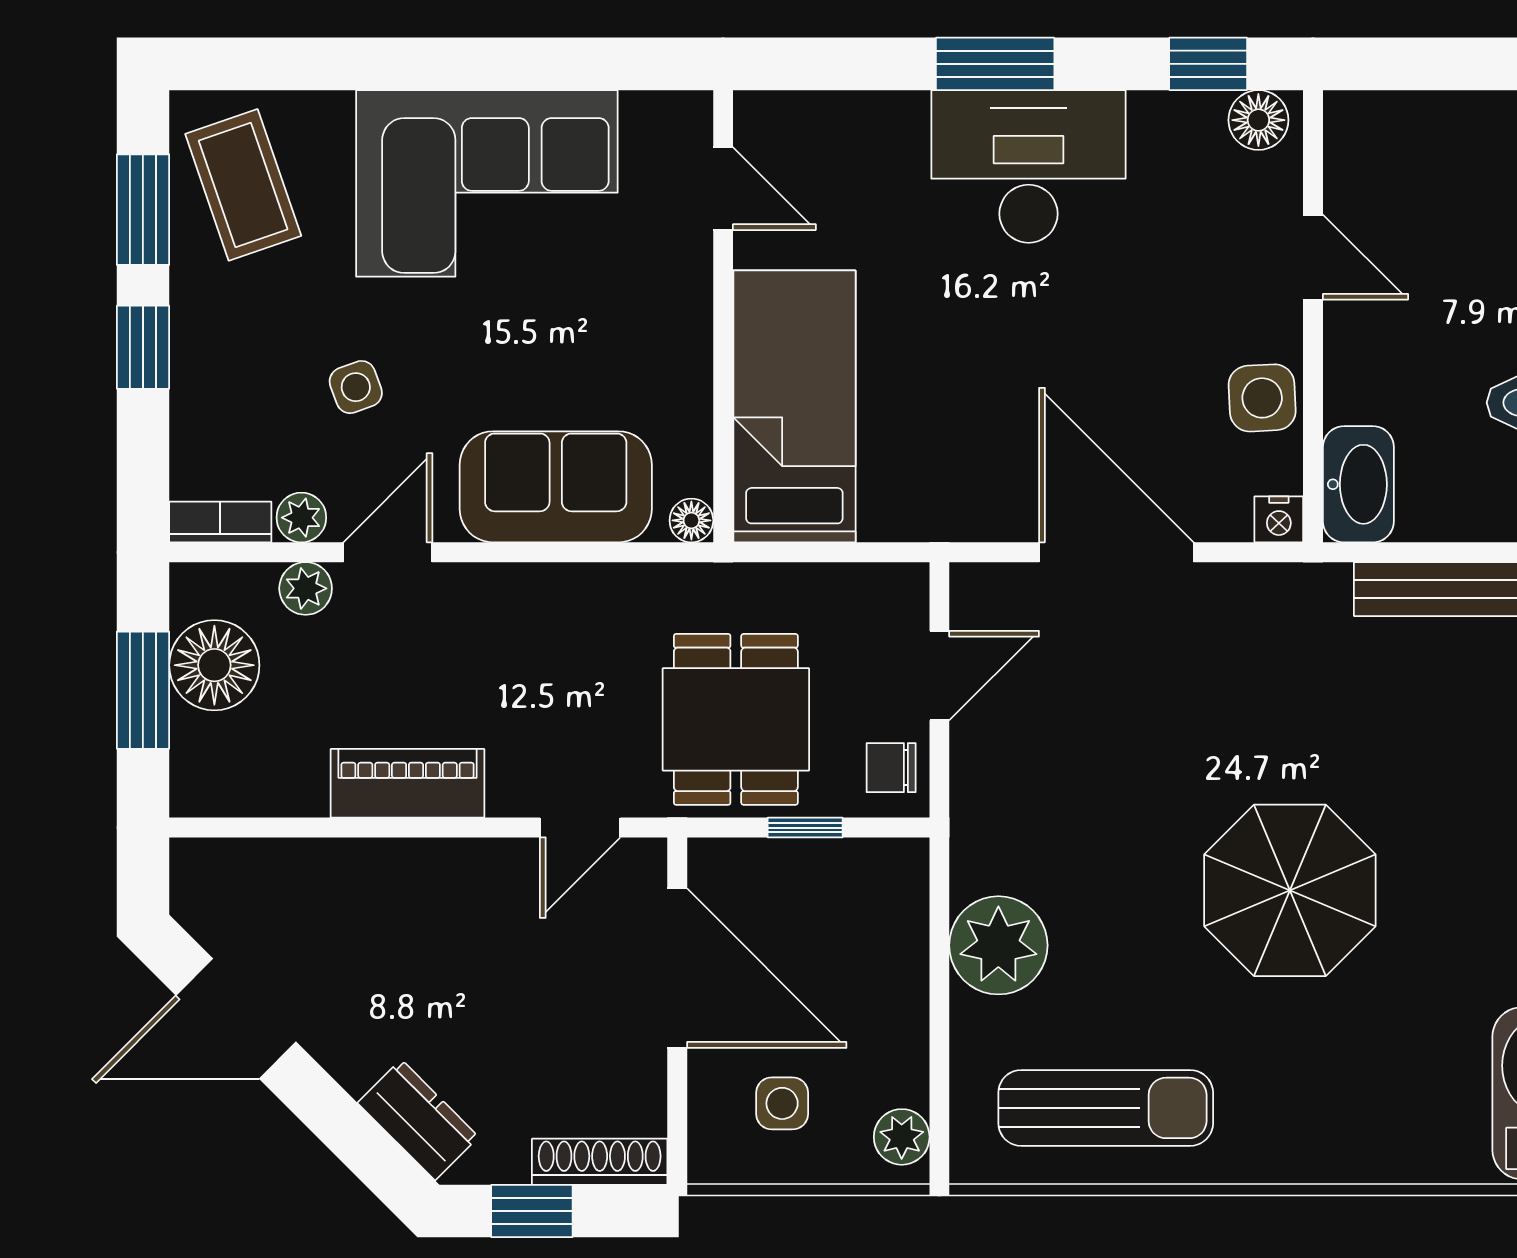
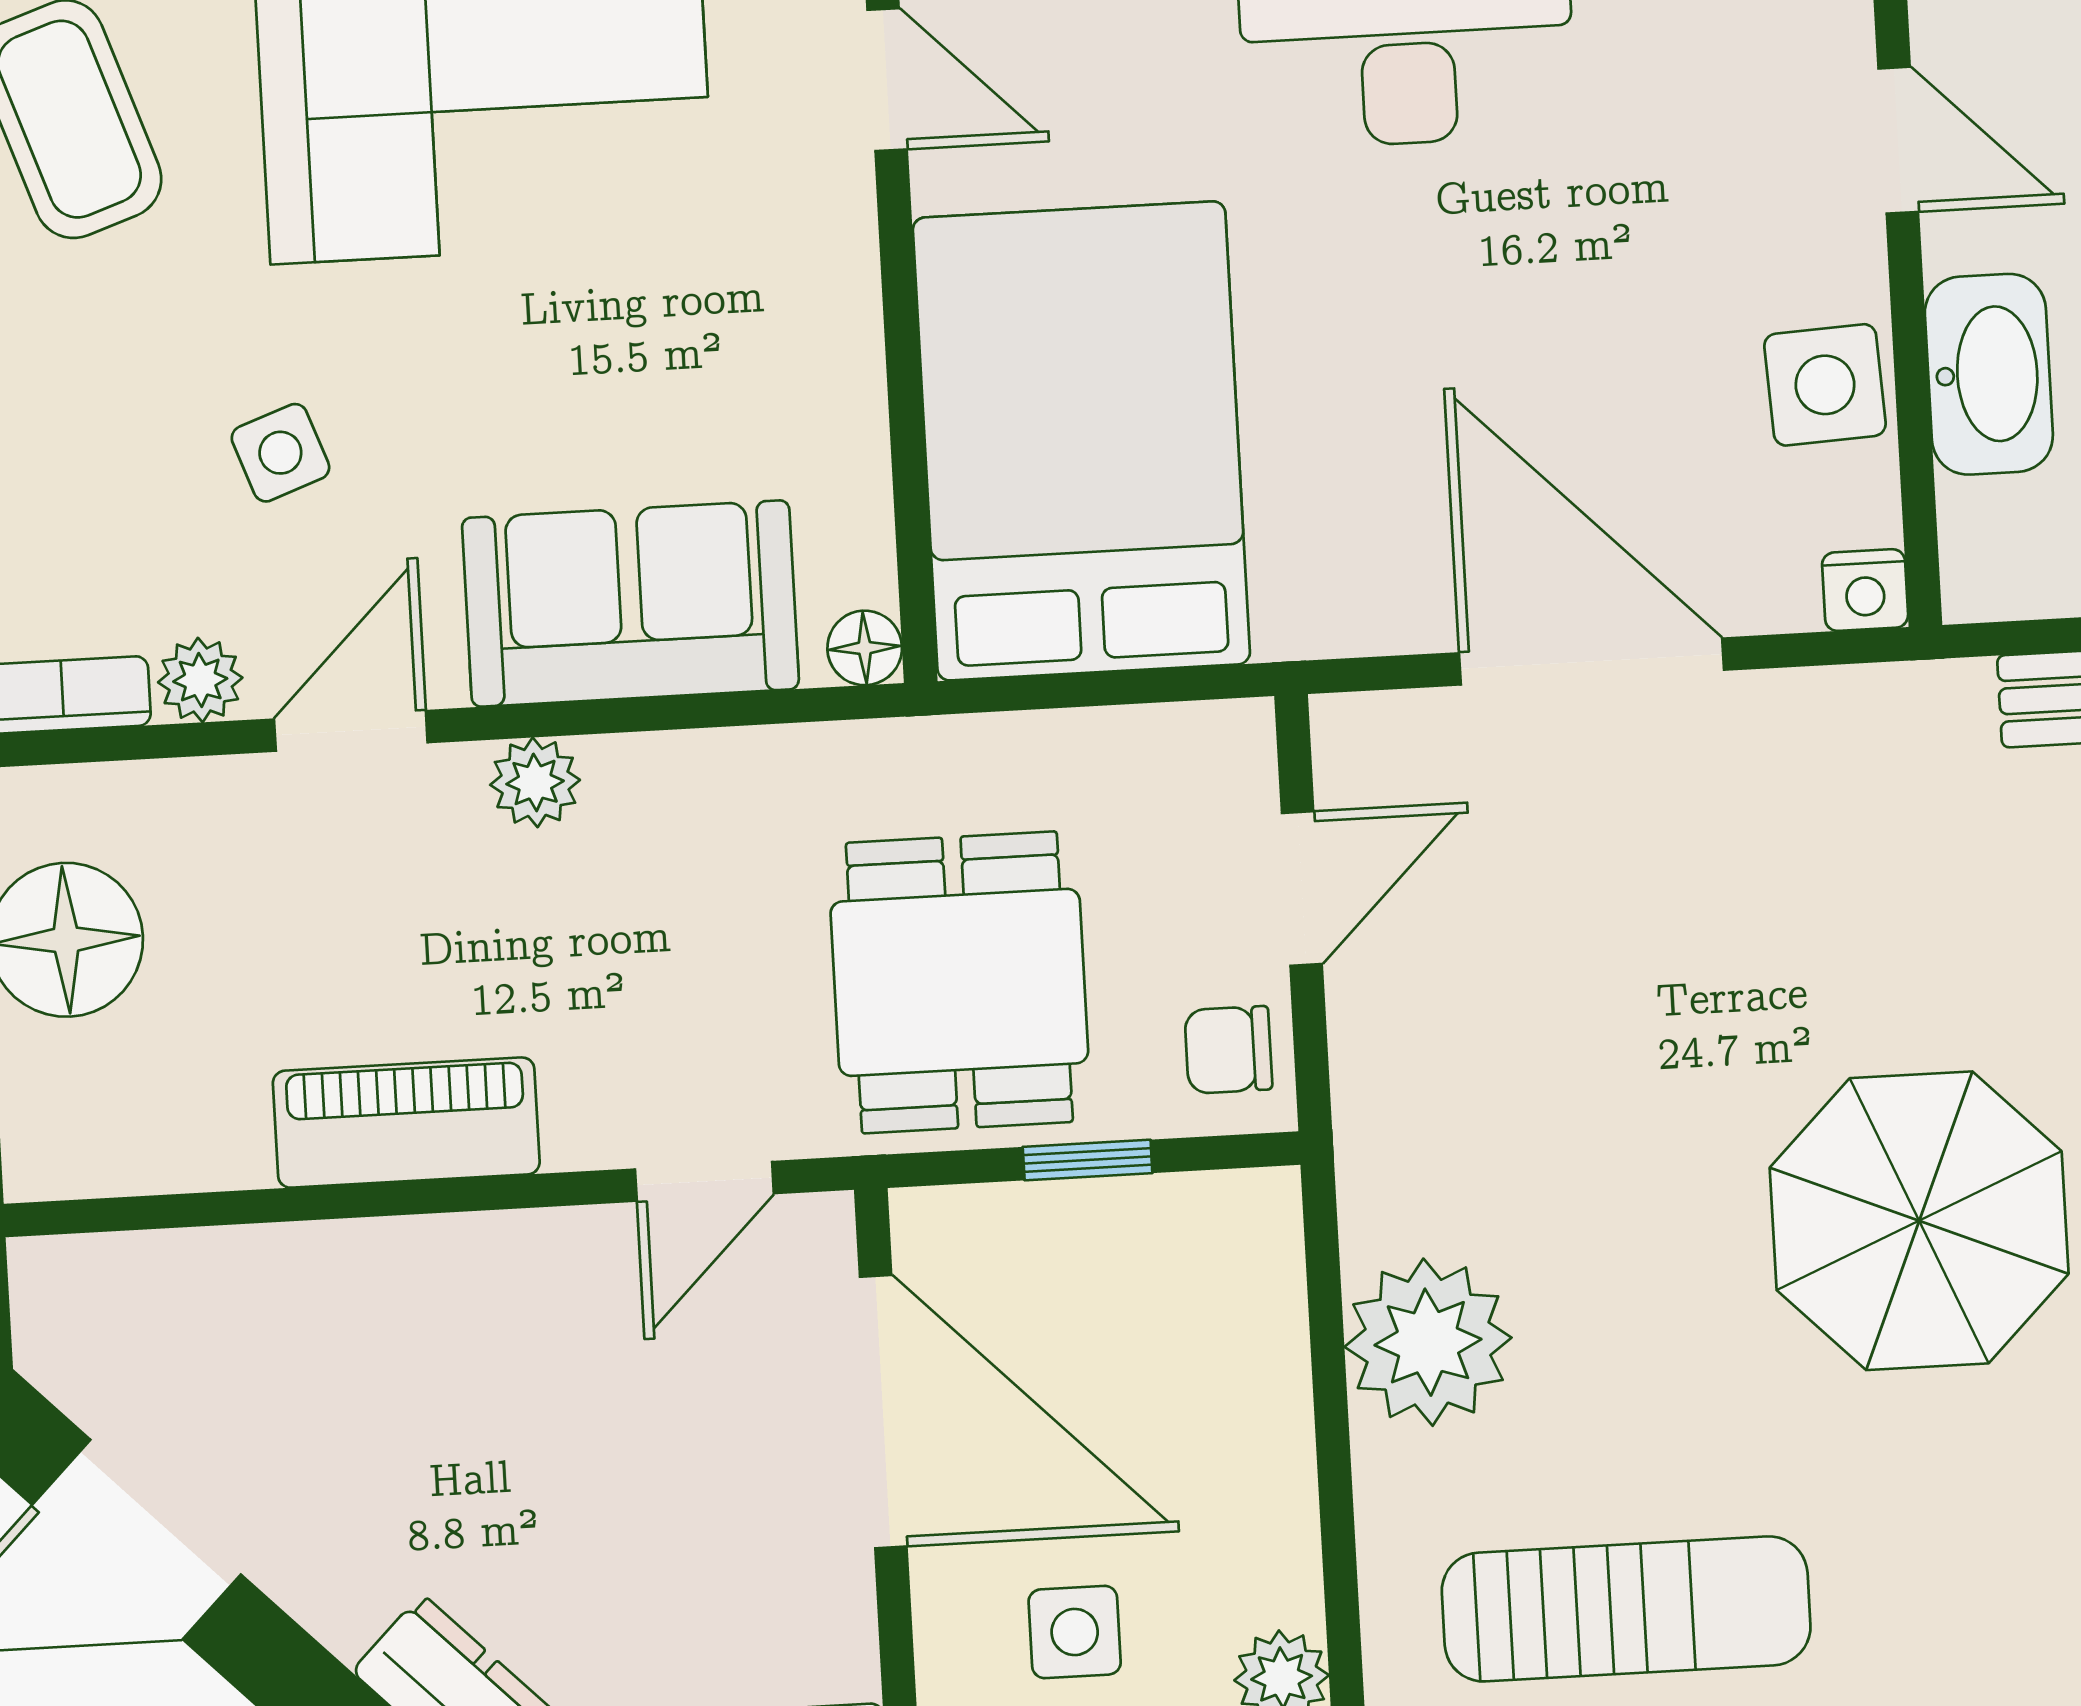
bed: (794, 406) -> (1081, 441), width x1.50
washbasin: (1358, 484) -> (1989, 374), moved
plant: (306, 588) -> (535, 782), moved

